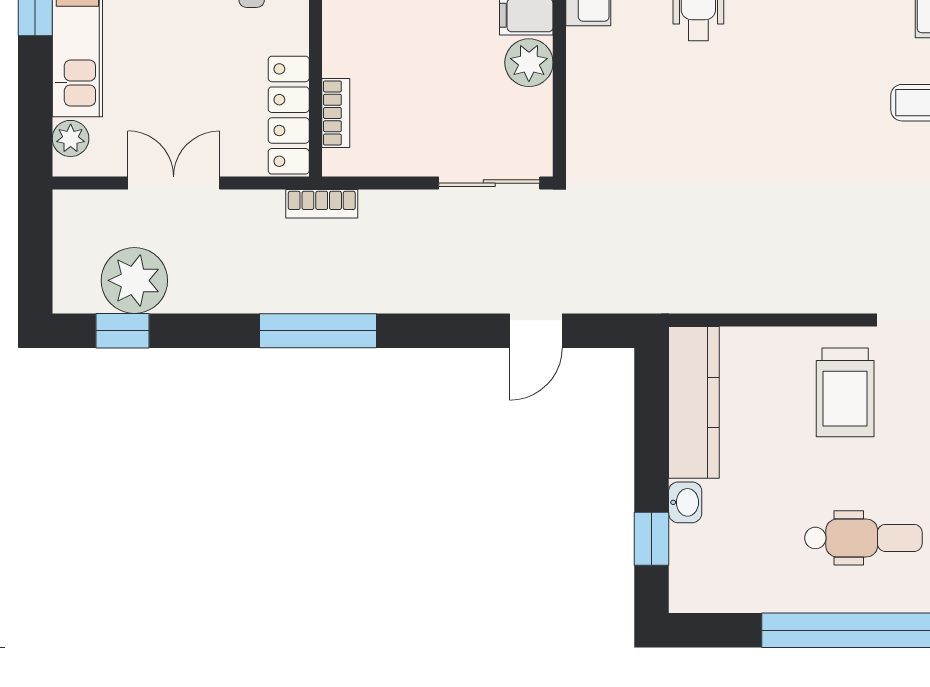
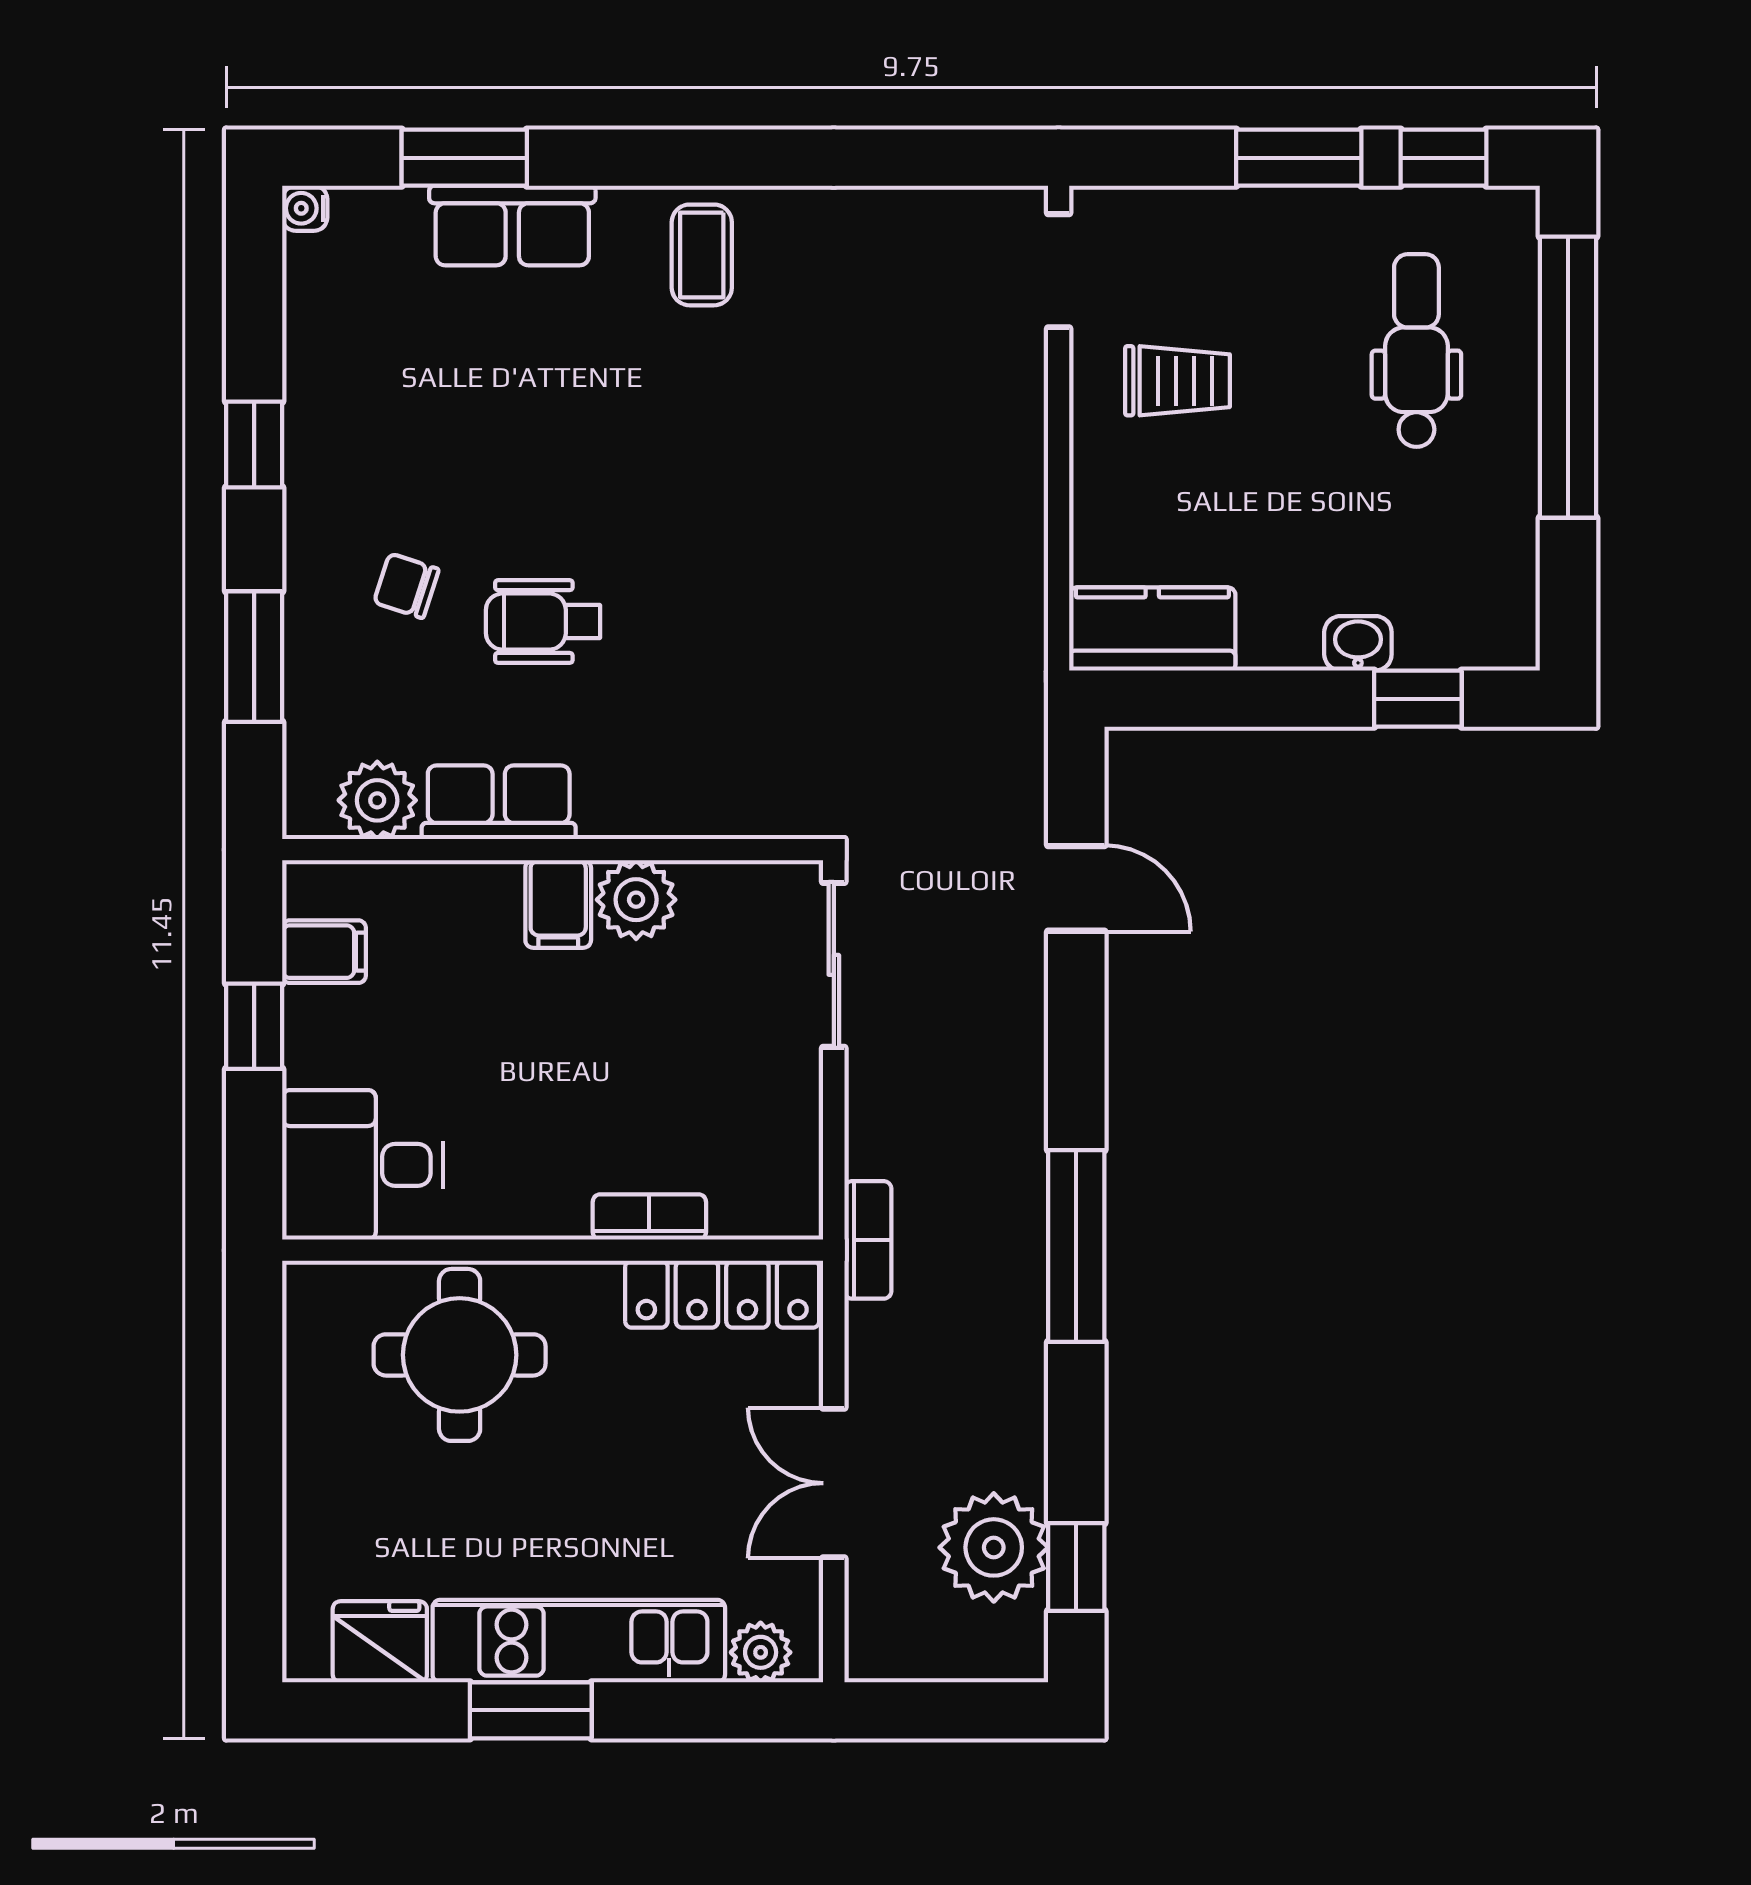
bookcase: (336, 113) -> (649, 1217), moved
trolley: (845, 392) -> (1177, 381), width x0.73, depth x0.72
kitchen counter: (694, 402) -> (1152, 629), width x0.67

